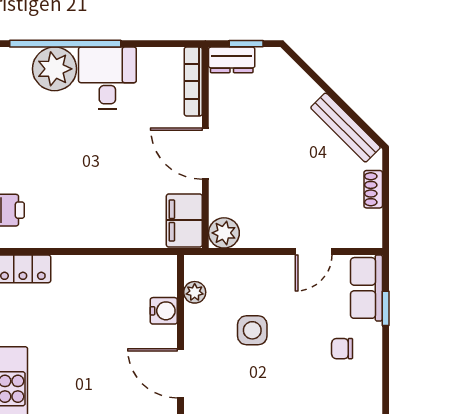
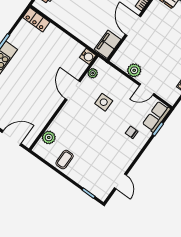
plant: (224, 233) -> (134, 70), moved
water cooler: (164, 311) -> (88, 56), moved
door: (180, 373) -> (73, 90), moved

